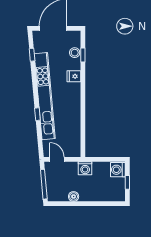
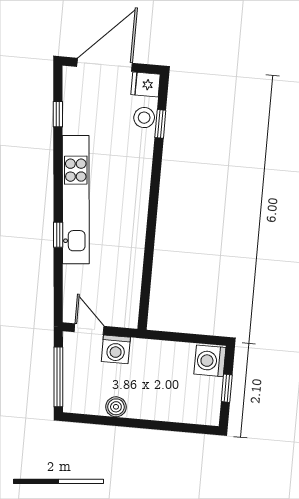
fridge: (74, 76) -> (146, 84), moved
kitchen unit: (45, 96) -> (76, 200), width x0.73
washing machine: (85, 168) -> (116, 349), moved

